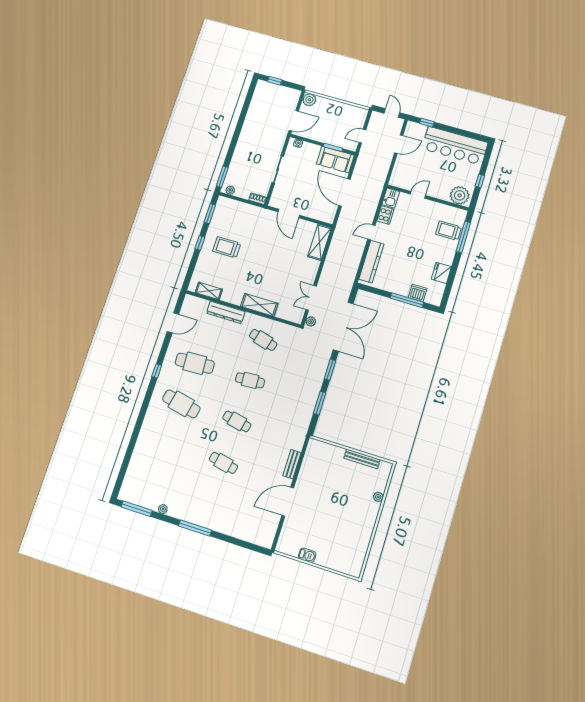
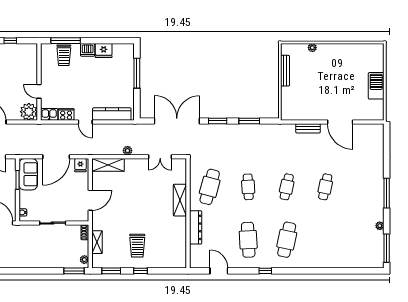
plant: (460, 195) -> (29, 112), moved
fridge: (328, 214) -> (80, 165), added
shelving: (209, 291) -> (97, 242), moved
dishwasher: (418, 293) -> (88, 50), moved, turned -90
plant: (311, 321) -> (128, 151), moved
cafe table: (263, 340) -> (210, 187), width x1.37, depth x1.35
barbecue: (307, 555) -> (376, 86), width x1.88, depth x1.53

